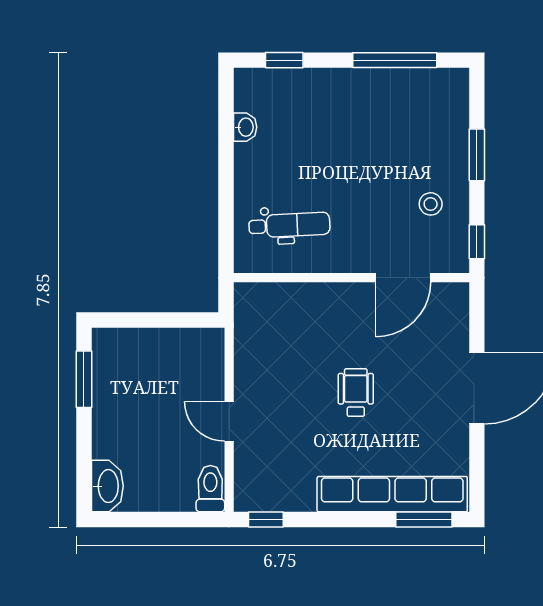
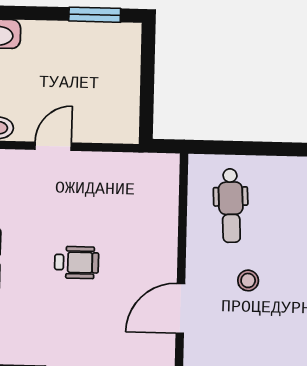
stool: (431, 204) -> (248, 280), moved
door: (403, 278) -> (180, 308), hinge flipped

